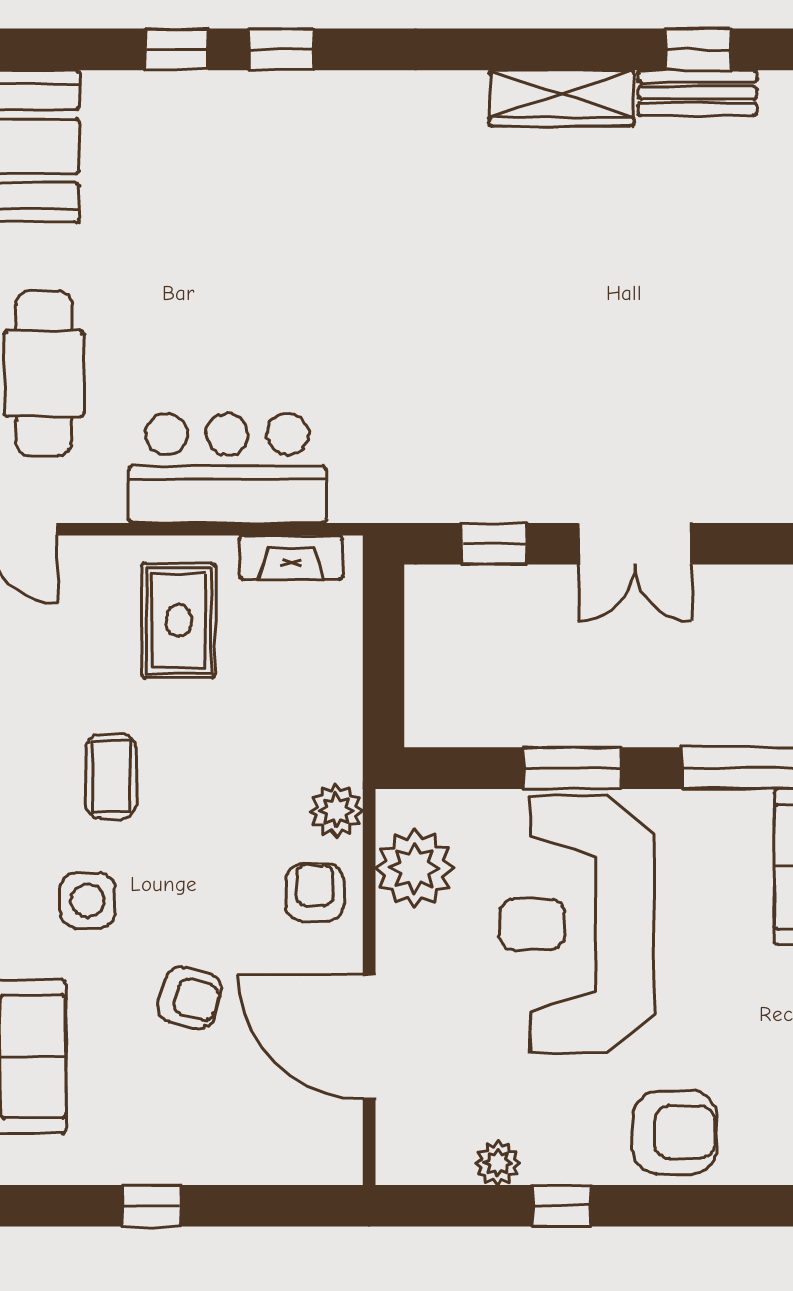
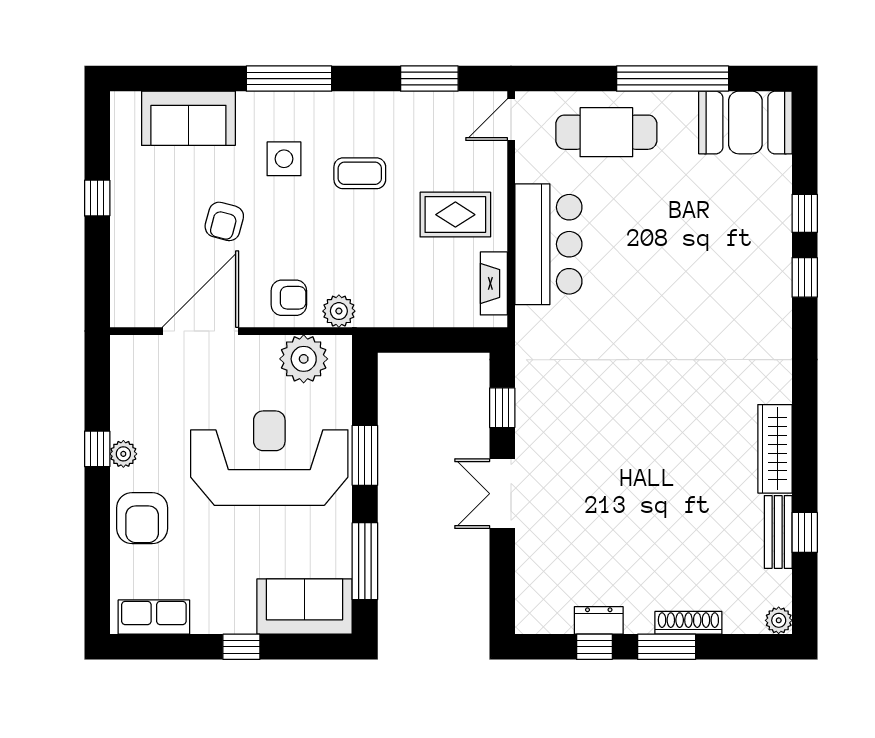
plant: (498, 1163) -> (123, 454), moved

